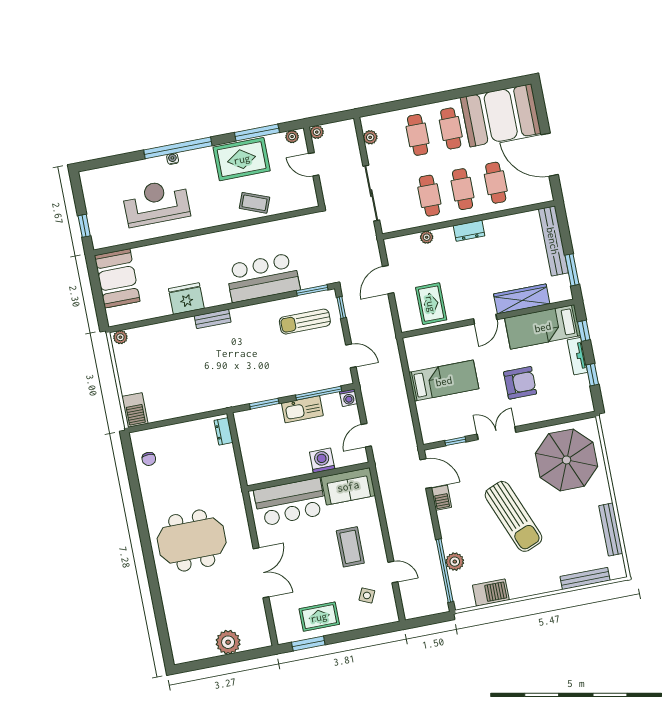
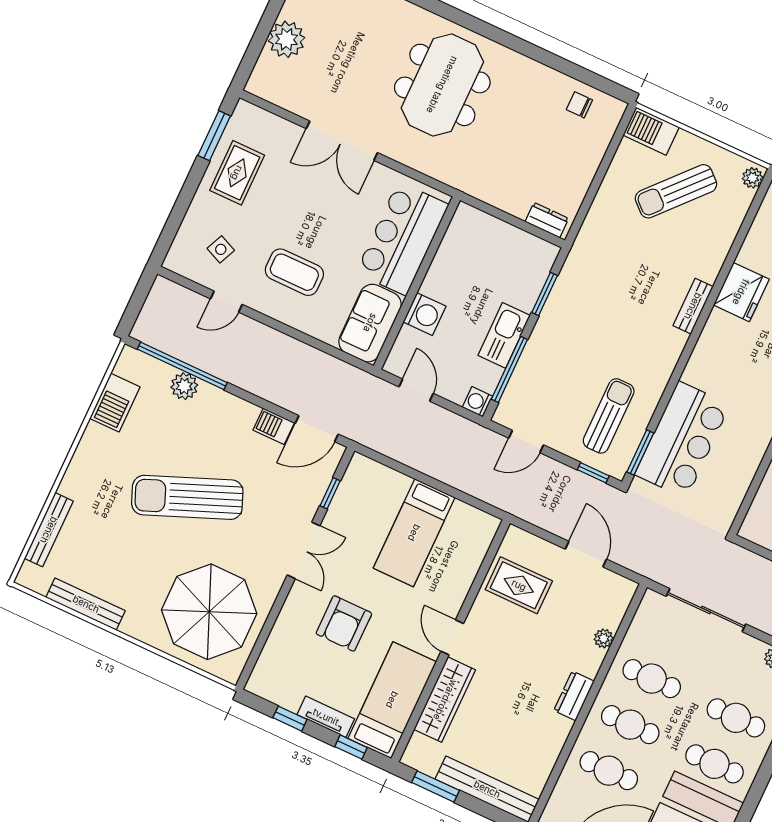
bar counter: (263, 278) -> (682, 440), moved
sun lounger: (158, 373) -> (676, 191), added

